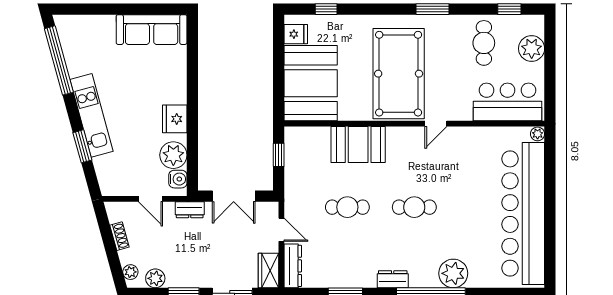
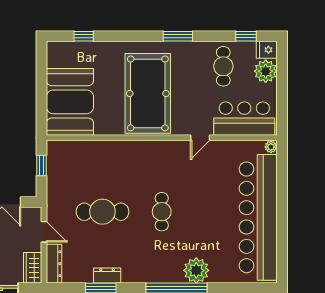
fridge: (296, 34) -> (267, 50), moved, turned 180
door: (436, 124) -> (200, 138), moved
booth: (358, 145) -> (112, 156), removed
cafe table: (347, 207) -> (102, 212), width x1.37, depth x1.35
cafe table: (414, 207) -> (162, 212), turned 90
dresser: (393, 279) -> (107, 276), moved

